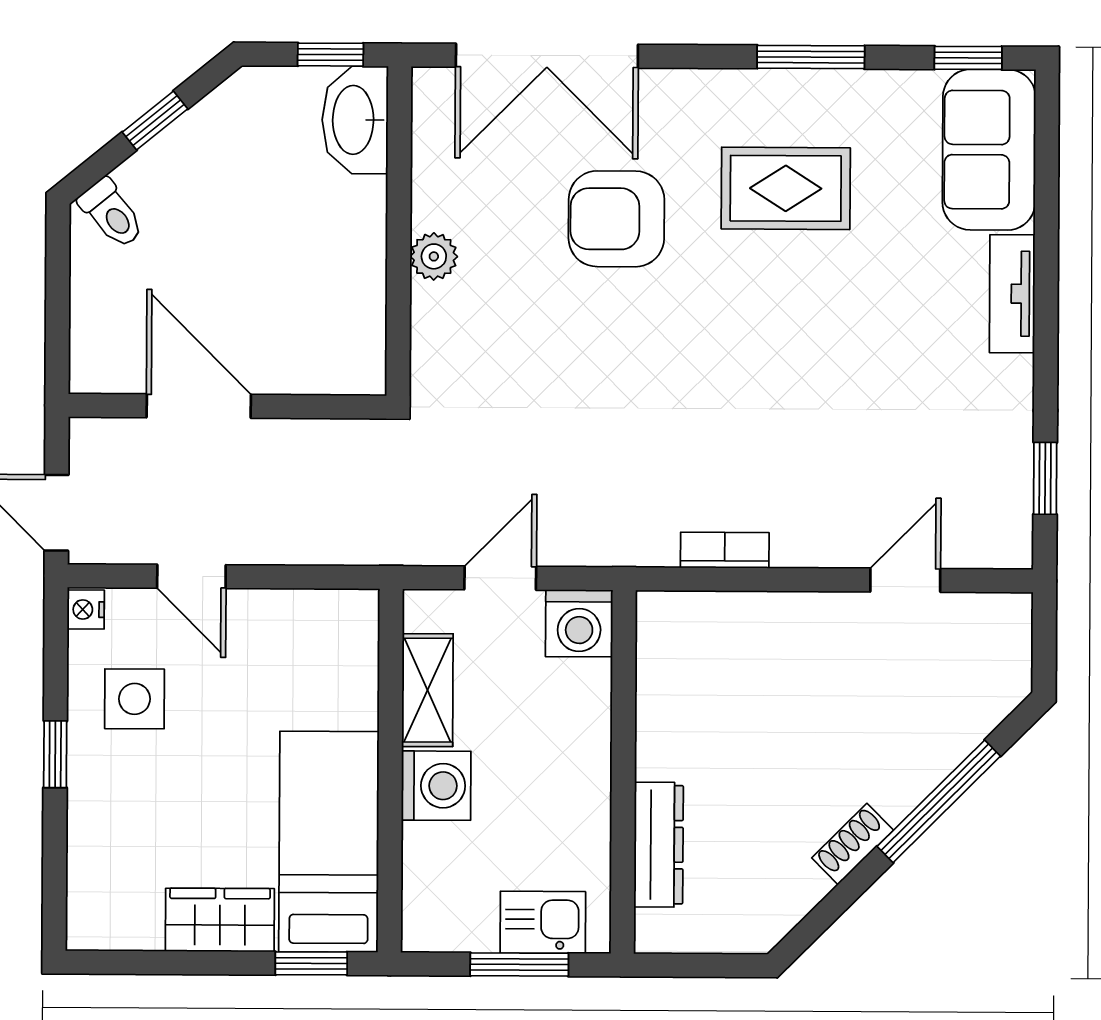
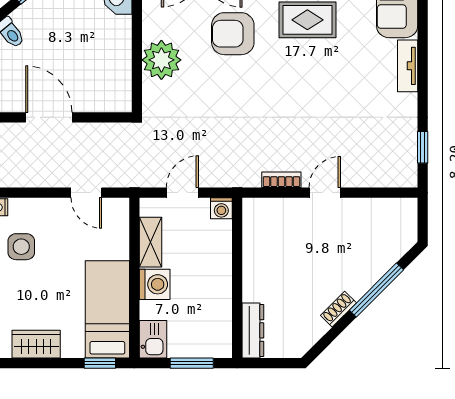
plant: (434, 256) -> (161, 60), width x1.87, depth x1.87
door: (191, 576) -> (86, 193), moved
door: (905, 580) -> (325, 193), moved
washing machine: (579, 623) -> (221, 208), width x0.73, depth x0.73
dresser: (659, 845) -> (253, 330), moved
wardrobe: (220, 920) -> (36, 344), moved
kitchen sink: (543, 922) -> (153, 339), moved, turned 90

